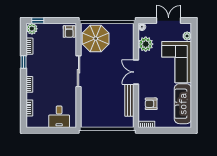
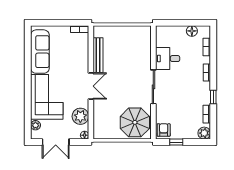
window: (38, 20) -> (176, 142), moved
armchair: (151, 104) -> (75, 51), removed
desk: (59, 117) -> (168, 59), moved, turned -90
floor lamp: (43, 123) -> (192, 31), added

